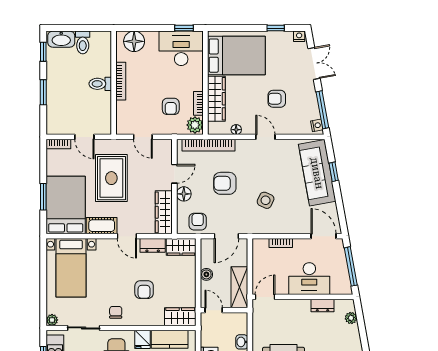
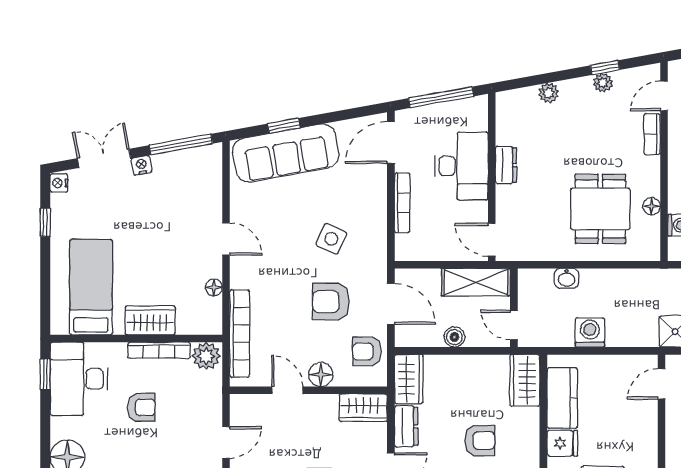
bed: (236, 56) -> (91, 287), width x0.67
wardrobe: (216, 99) -> (150, 320), width x0.67
armchair: (277, 99) -> (163, 220), removed
bookcase: (198, 103) -> (159, 350), width x1.56
armchair: (171, 106) -> (141, 407), moved
nightstand: (317, 125) -> (141, 165), moved
door: (265, 137) -> (226, 239), swing flipped
armchair: (225, 183) -> (331, 302), moved, turned 90
wardrobe: (164, 212) -> (363, 408), width x0.67
bookcase: (281, 243) -> (402, 203), width x1.56
dresser: (323, 305) -> (506, 165), moved
door: (214, 310) -> (514, 325), hinge flipped
plant: (351, 318) -> (549, 93), moved

